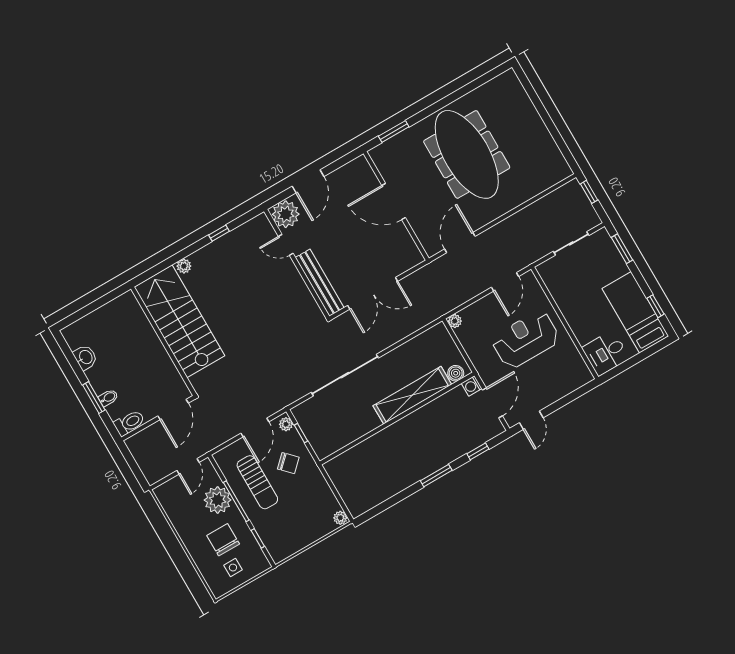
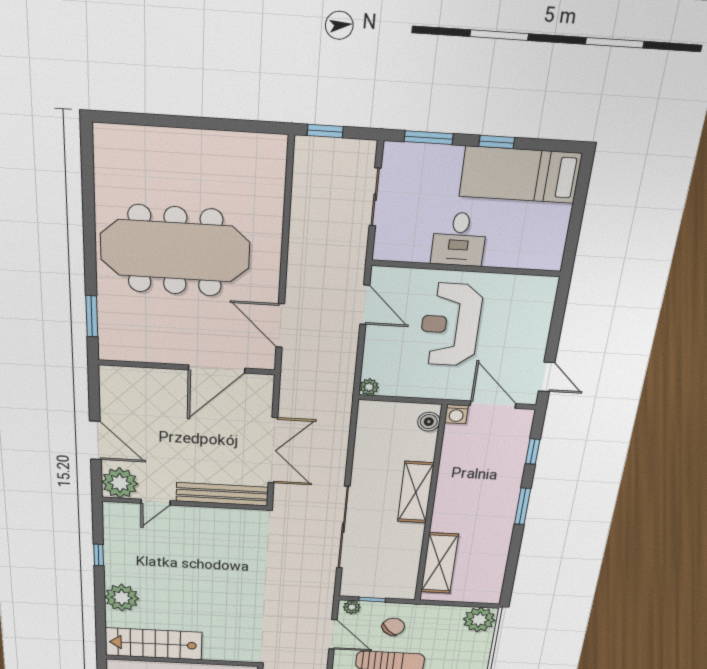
door: (394, 202) -> (217, 369), moved
plant: (184, 266) -> (122, 598), width x1.88, depth x1.88
window: (655, 306) -> (497, 142), moved
stairs: (179, 321) -> (154, 644), width x0.73, depth x0.66
desk: (606, 353) -> (459, 239), moved
shelving: (412, 395) -> (416, 492), width x0.68
shelving: (359, 456) -> (439, 563), added
plant: (340, 518) -> (479, 620), width x1.88, depth x1.88

